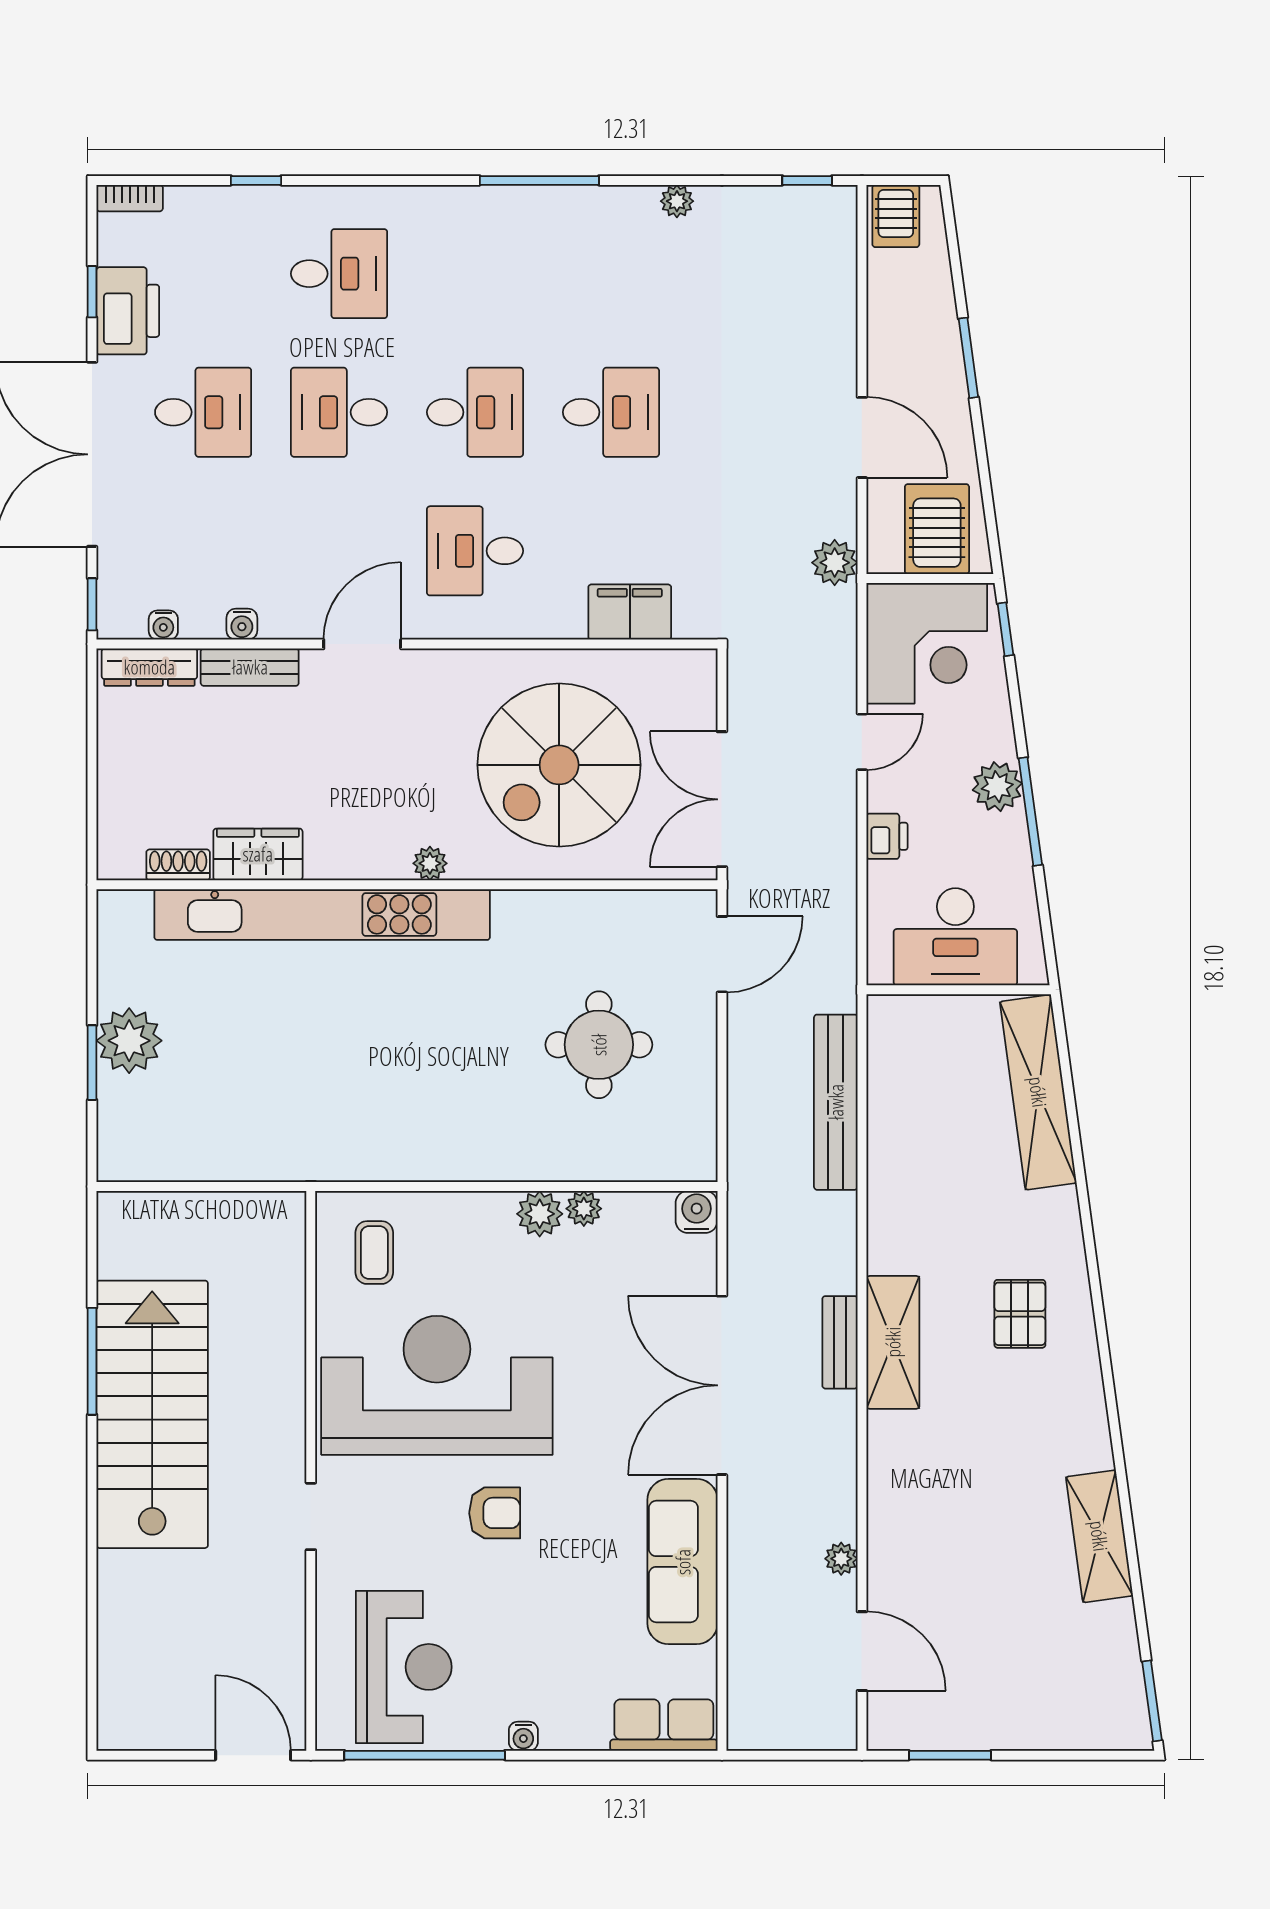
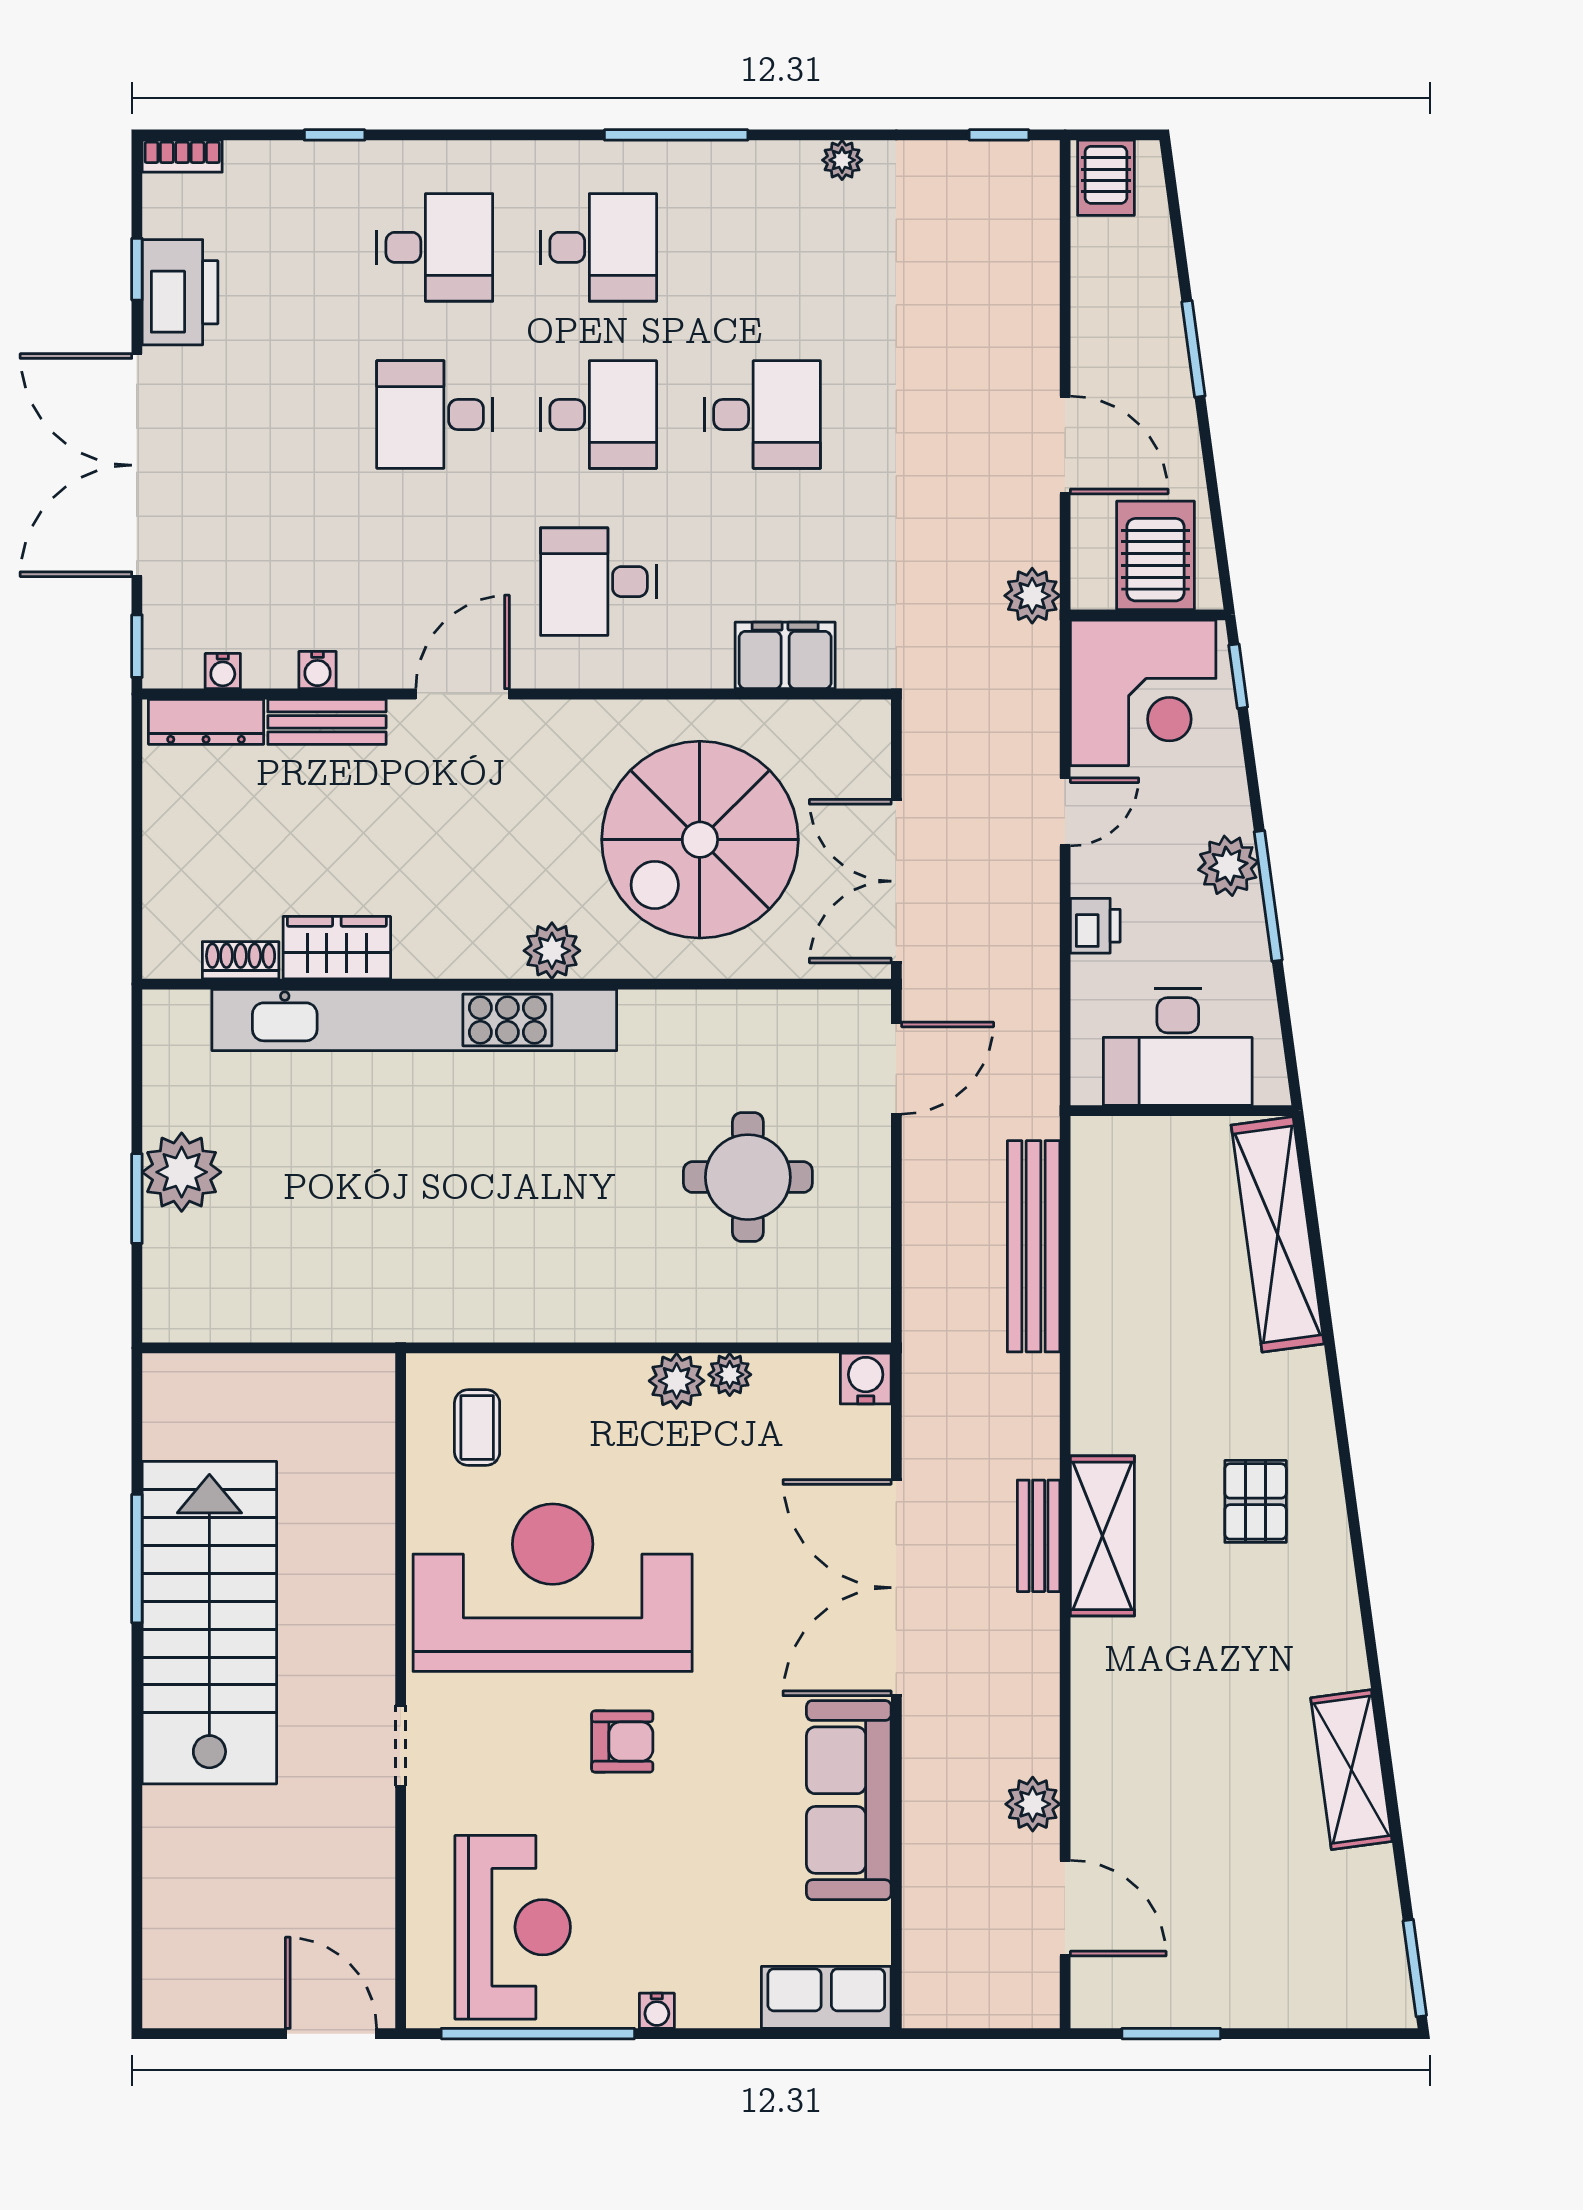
desk: (203, 412) -> (599, 247), moved
plant: (430, 863) -> (552, 951), width x1.38, depth x1.38
plant: (841, 1559) -> (1033, 1804), width x1.38, depth x1.38

